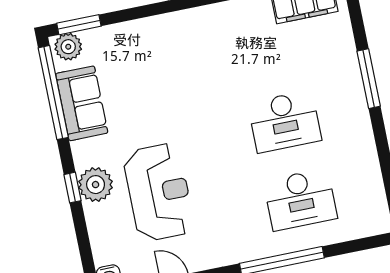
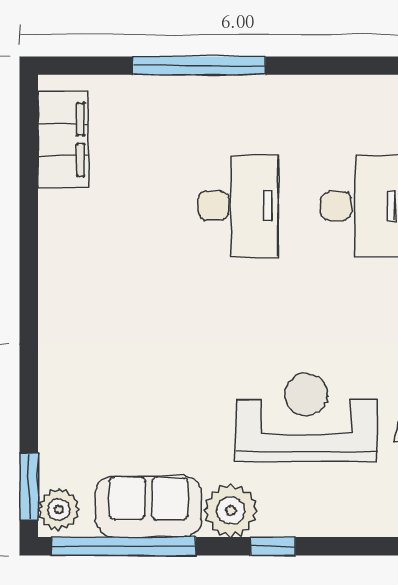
window: (369, 79) -> (199, 66), width x1.46
plant: (96, 185) -> (231, 511), moved

